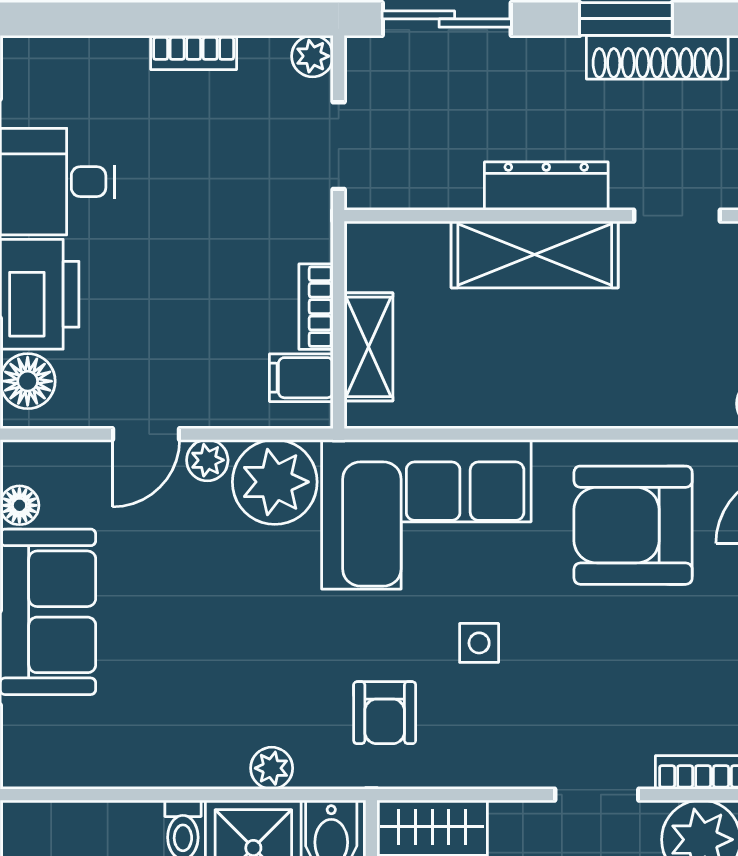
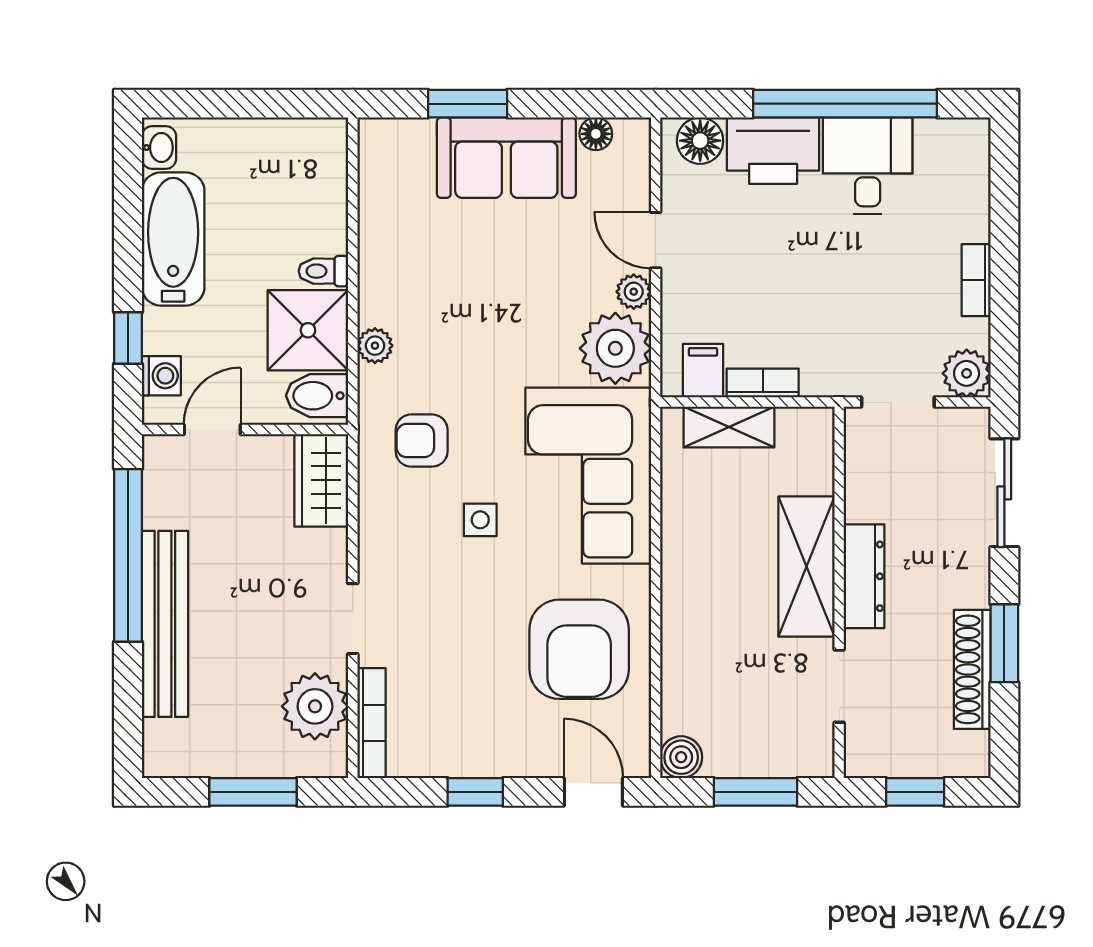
plant: (312, 56) -> (967, 373), width x1.38, depth x1.38
armchair: (633, 525) -> (579, 649), turned 180

